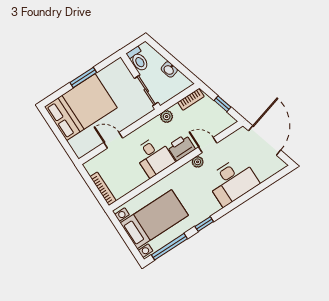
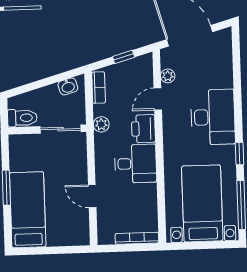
washbasin: (169, 69) -> (68, 86), moved
bed: (81, 107) -> (28, 210), width x0.67
door: (113, 140) -> (92, 196), hinge flipped
plant: (198, 162) -> (168, 76), moved
desk: (232, 181) -> (213, 117), moved

